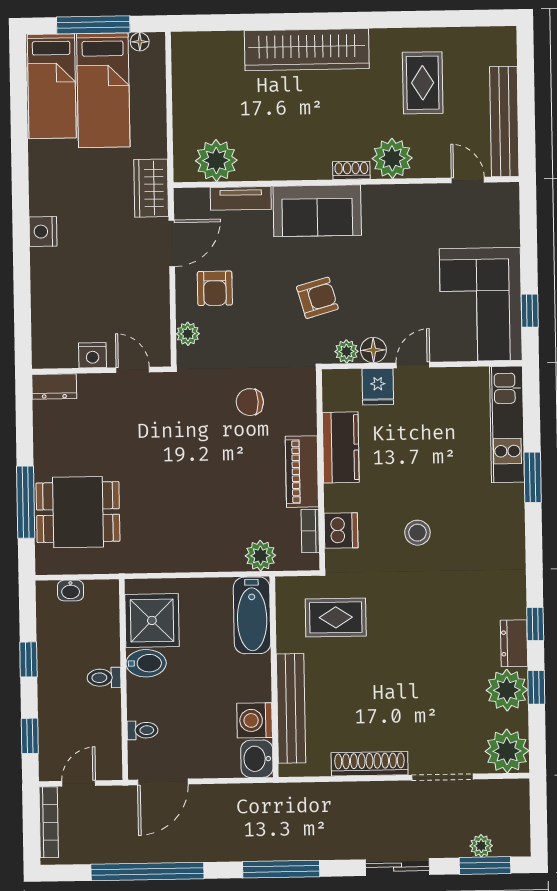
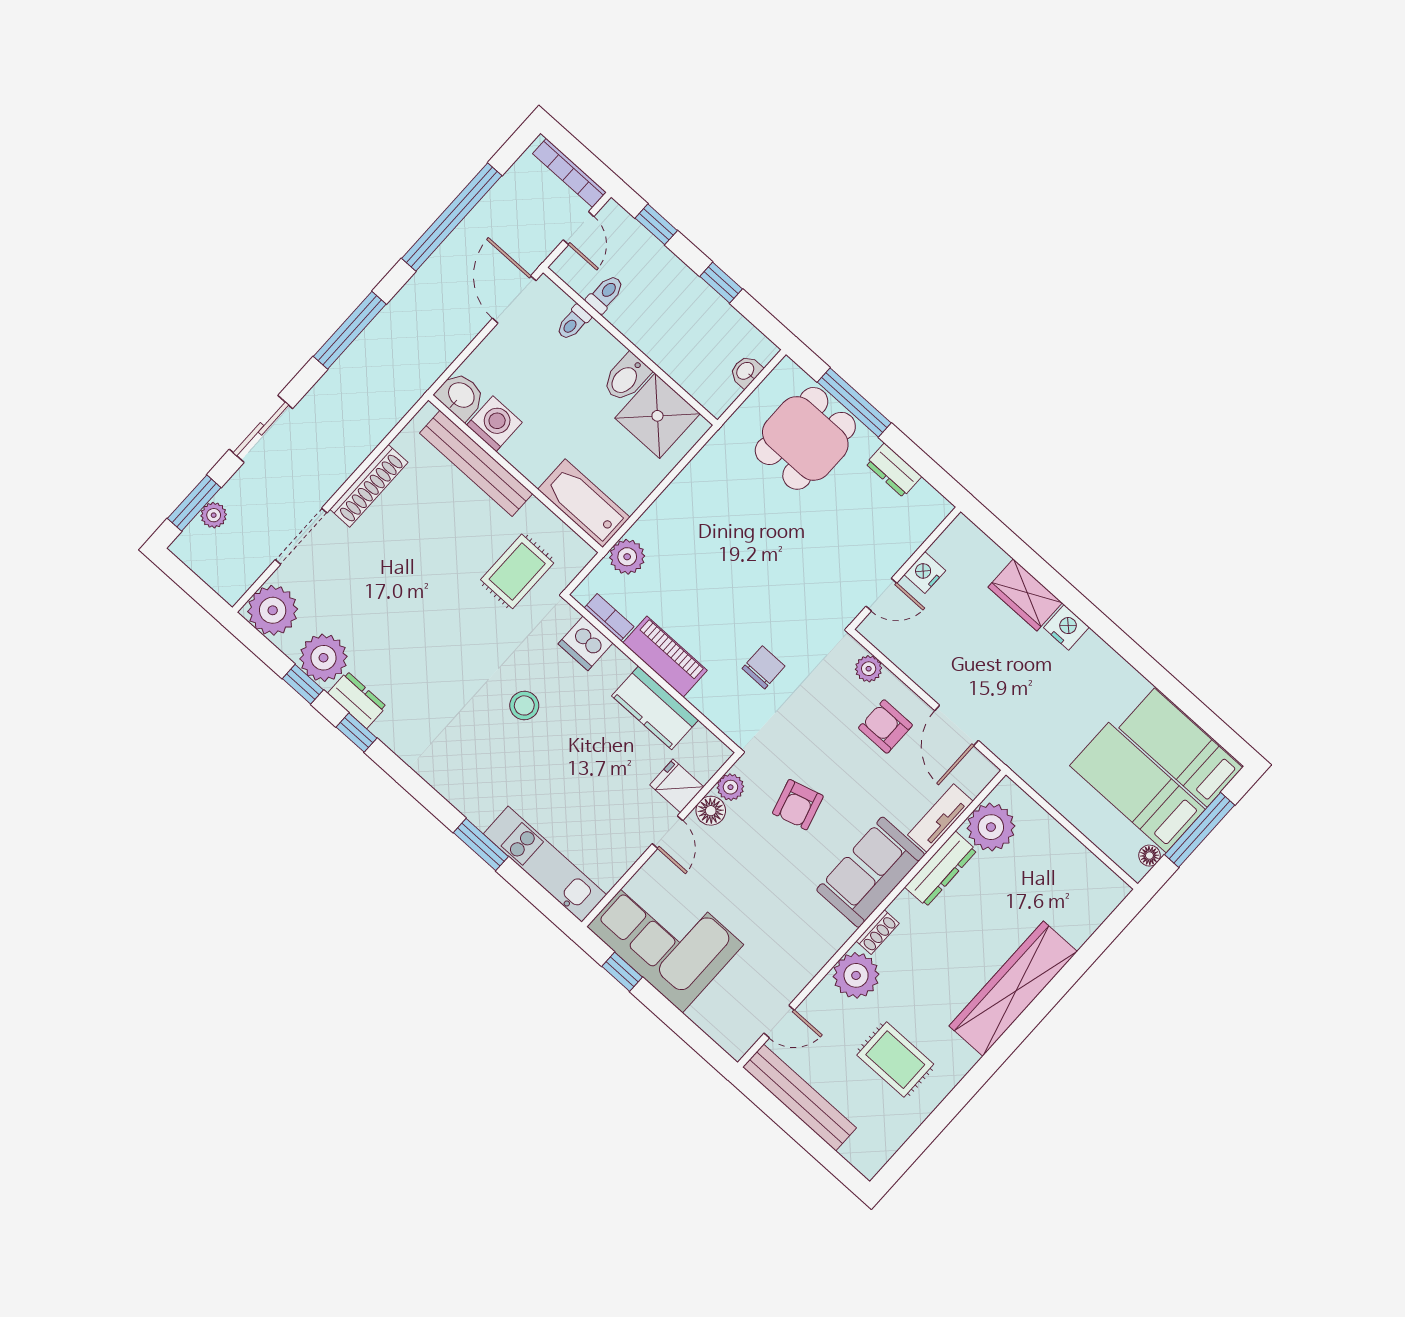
dresser: (273, 168) -> (941, 869), added
wardrobe: (151, 188) -> (1025, 595), moved, turned 180
dresser: (54, 387) -> (894, 470), moved, turned -90
toilet: (104, 678) -> (605, 294), moved

